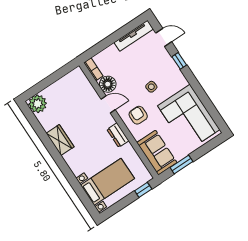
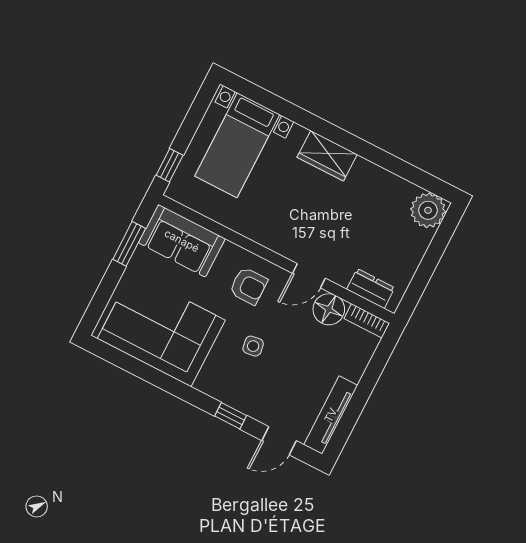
dresser: (118, 135) -> (371, 289), moved
wardrobe: (60, 140) -> (327, 156), moved

